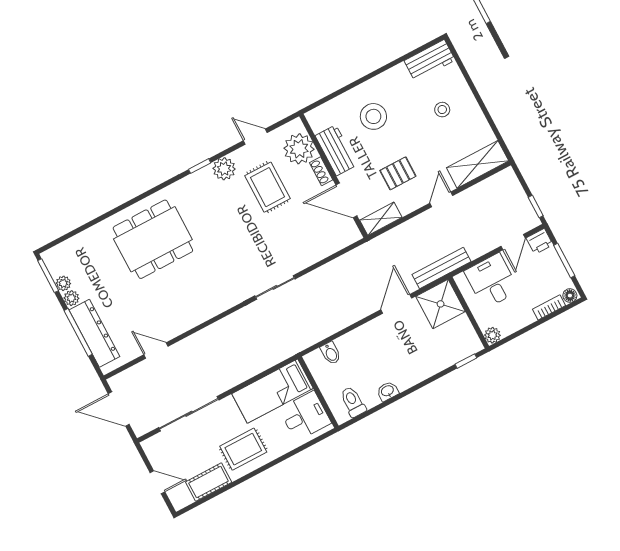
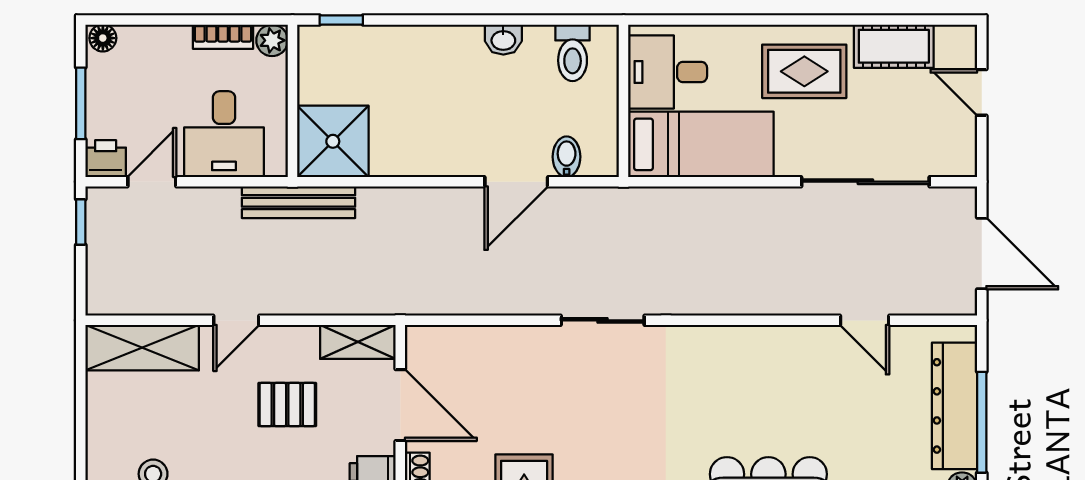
door: (396, 304) -> (516, 182), moved
bookcase: (549, 307) -> (223, 37), moved

